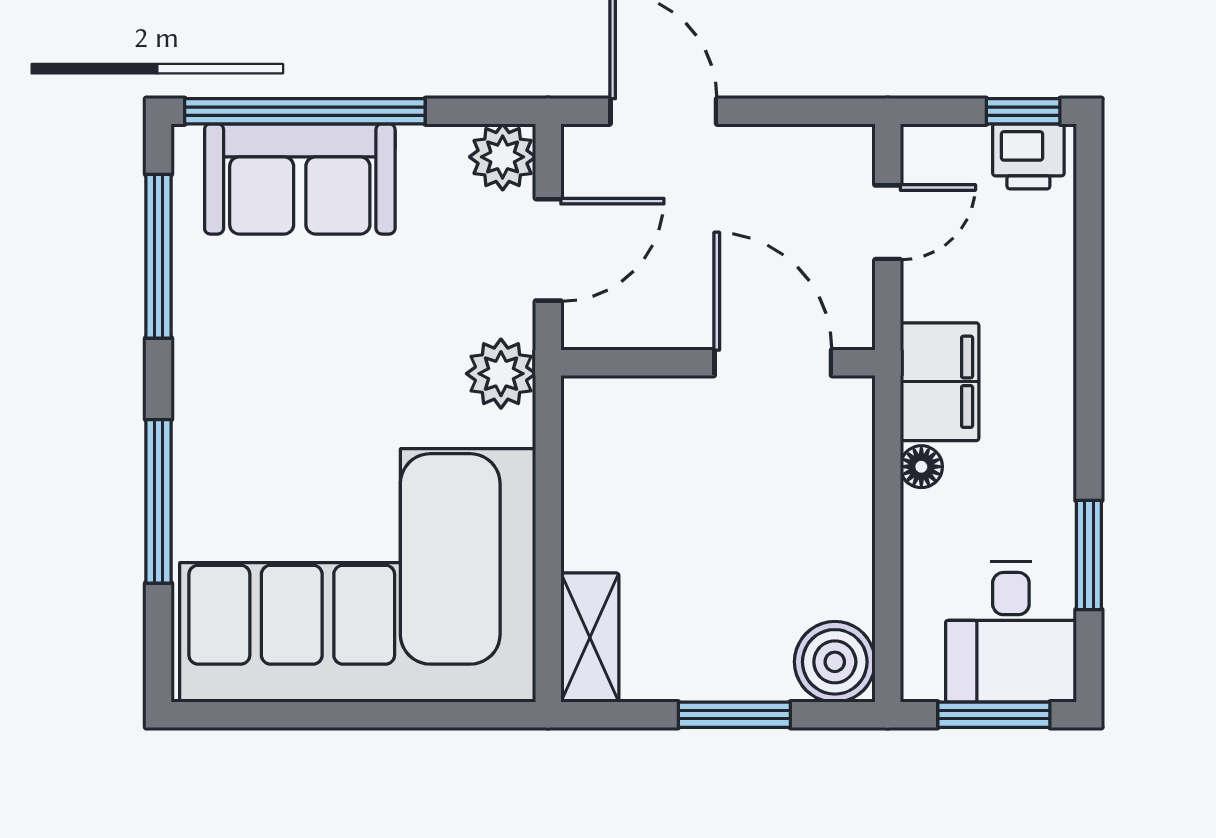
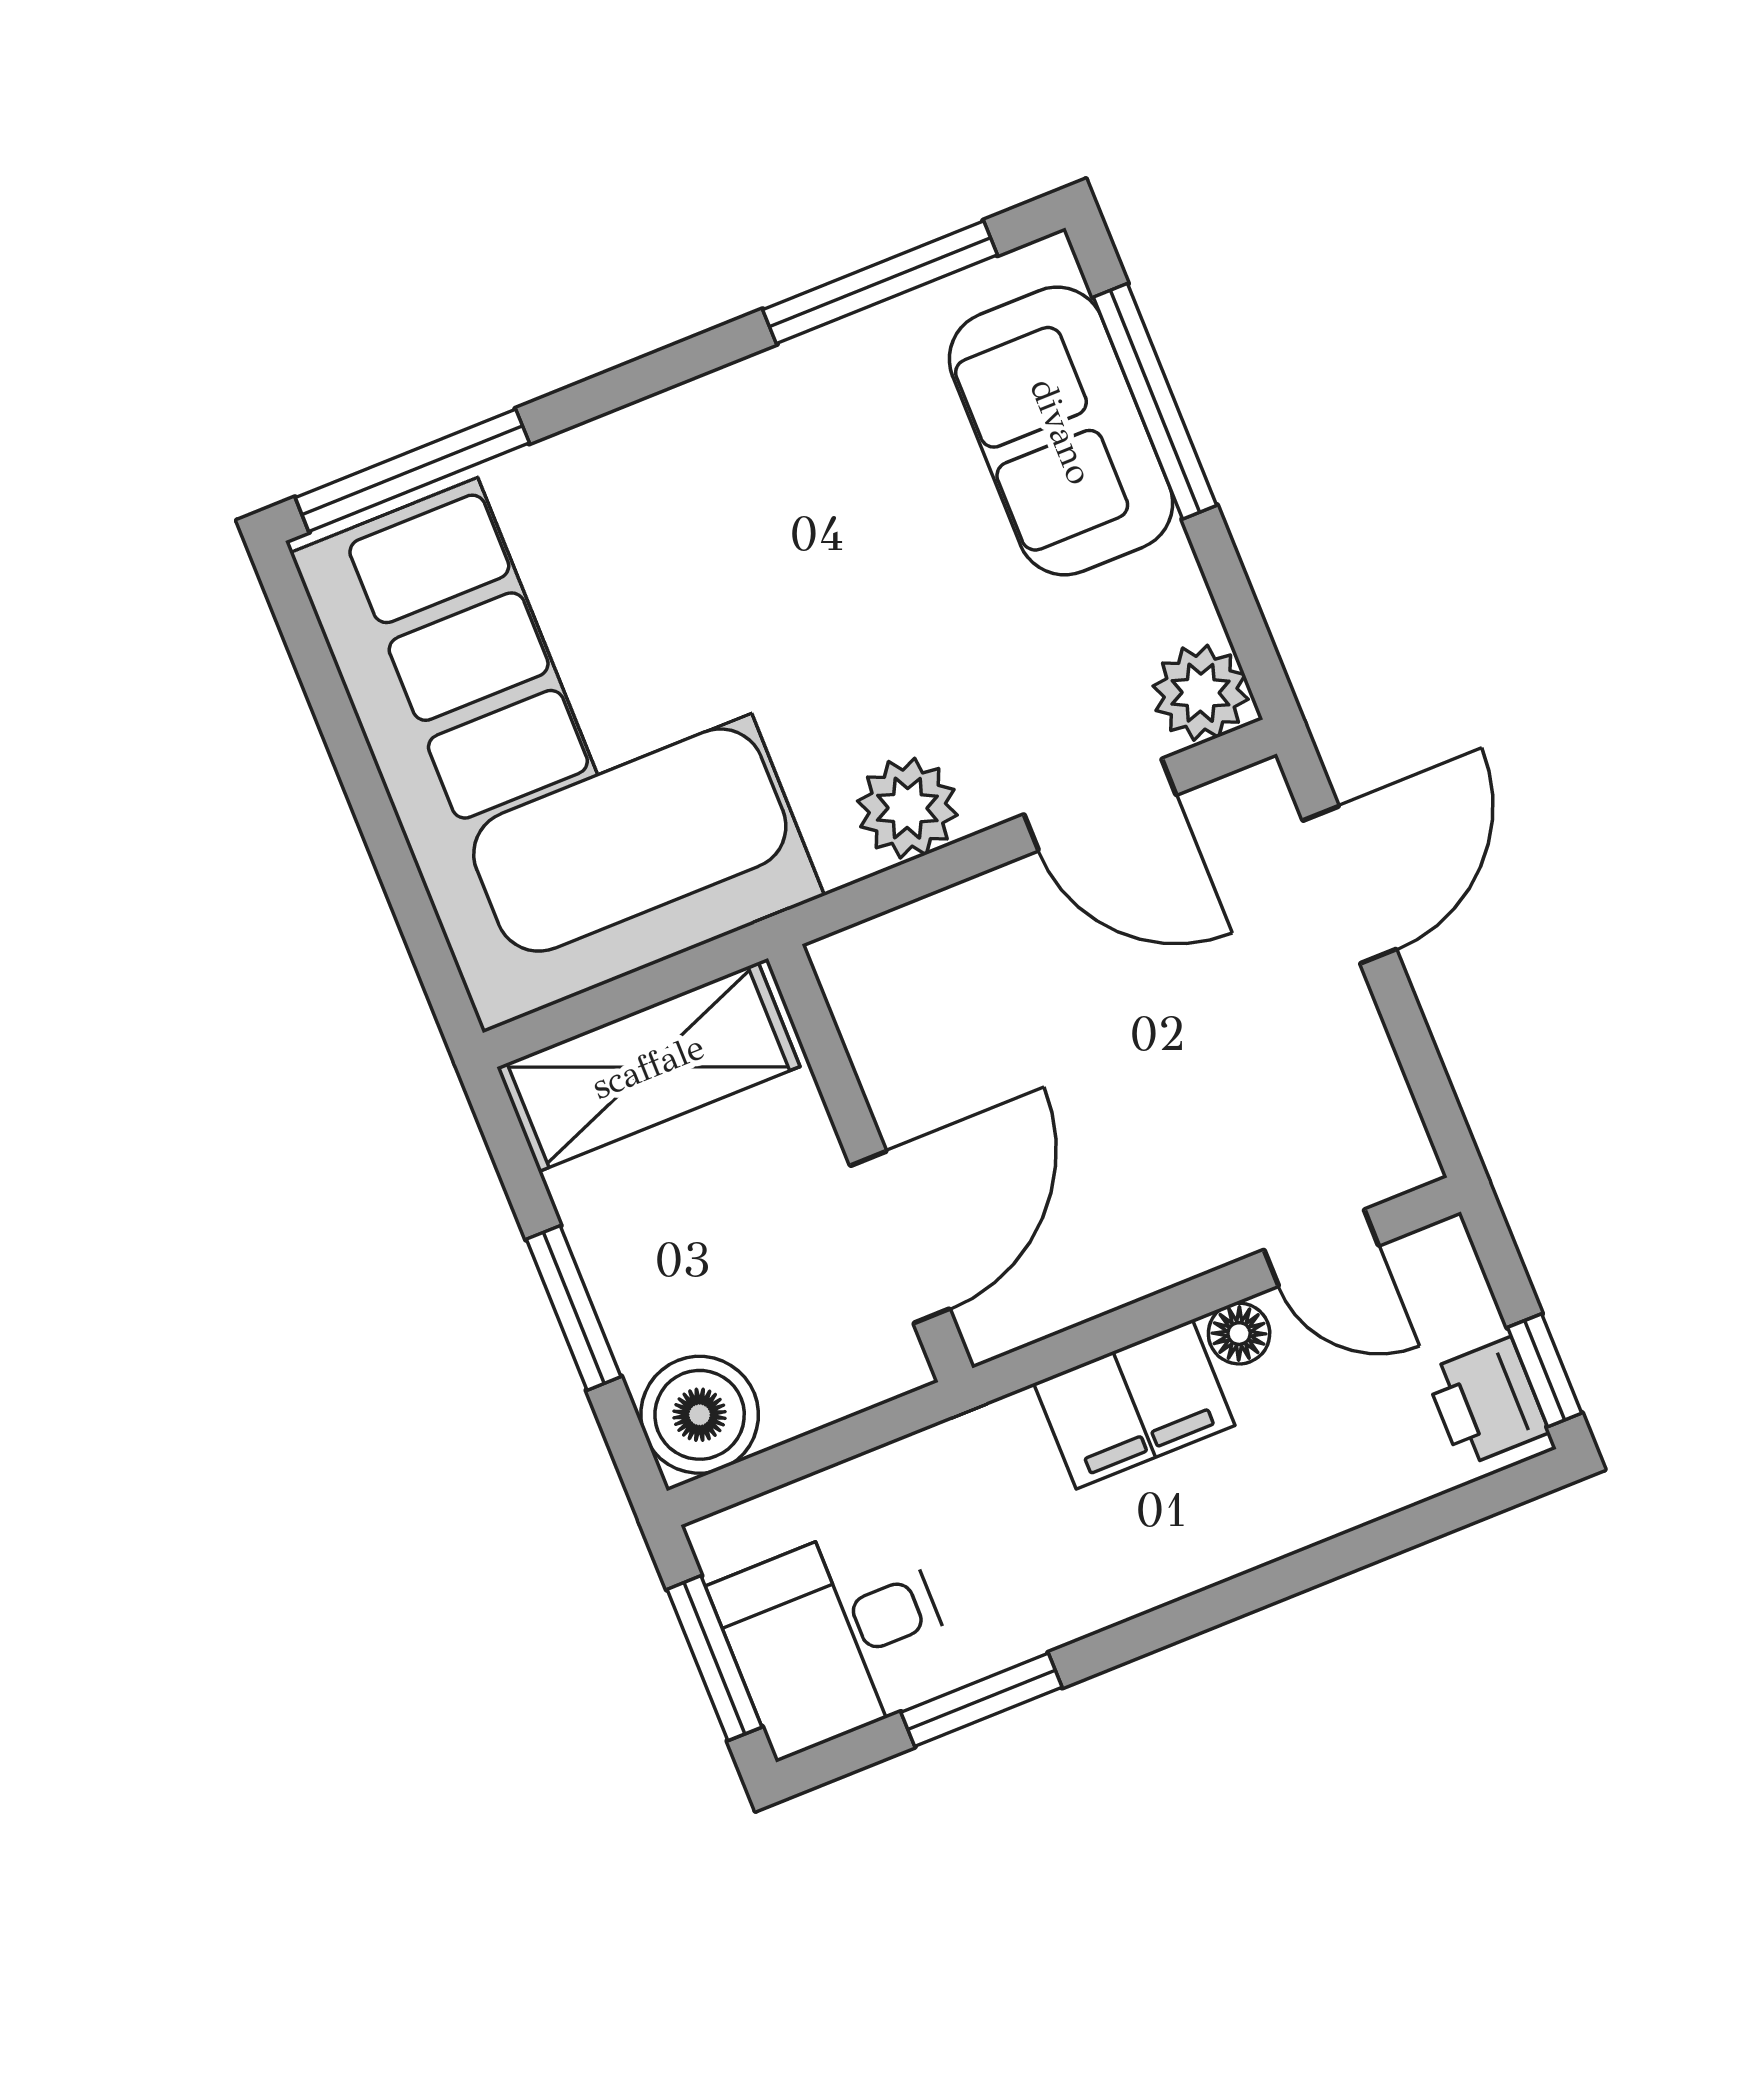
window: (305, 111) -> (1155, 401), width x0.68
wall: (718, 363) -> (870, 1163), moved
door: (773, 363) -> (900, 1237), moved
floor lamp: (921, 467) -> (1239, 1334), moved
window: (158, 501) -> (412, 470), moved
shelving: (590, 638) -> (648, 1067), width x1.50, depth x1.33

